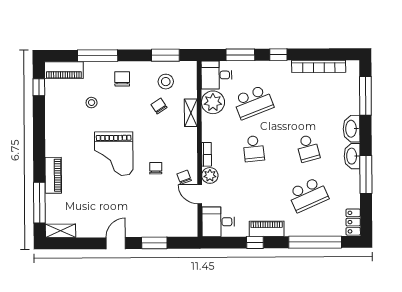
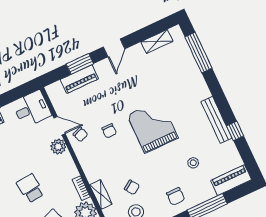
window: (39, 87) -> (235, 131), moved
bench: (52, 132) -> (216, 120), added
bookcase: (207, 154) -> (81, 188), moved
piano: (53, 175) -> (79, 79), moved, turned -90
shelving: (61, 231) -> (157, 41), moved

